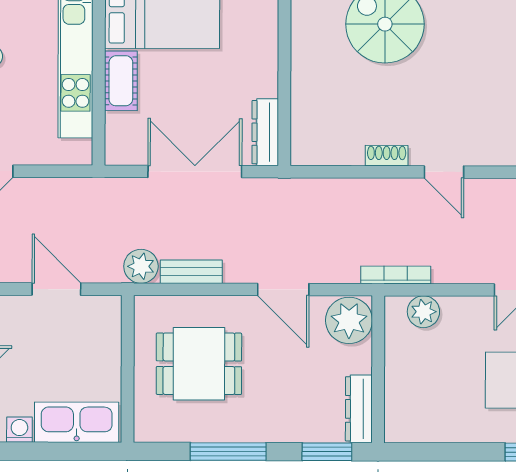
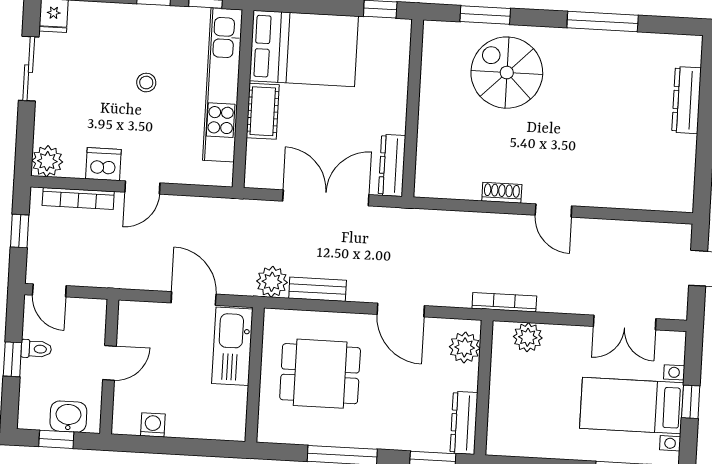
plant: (349, 320) -> (465, 347), width x0.73, depth x0.73
kitchen sink: (77, 422) -> (232, 346), moved, turned -90

